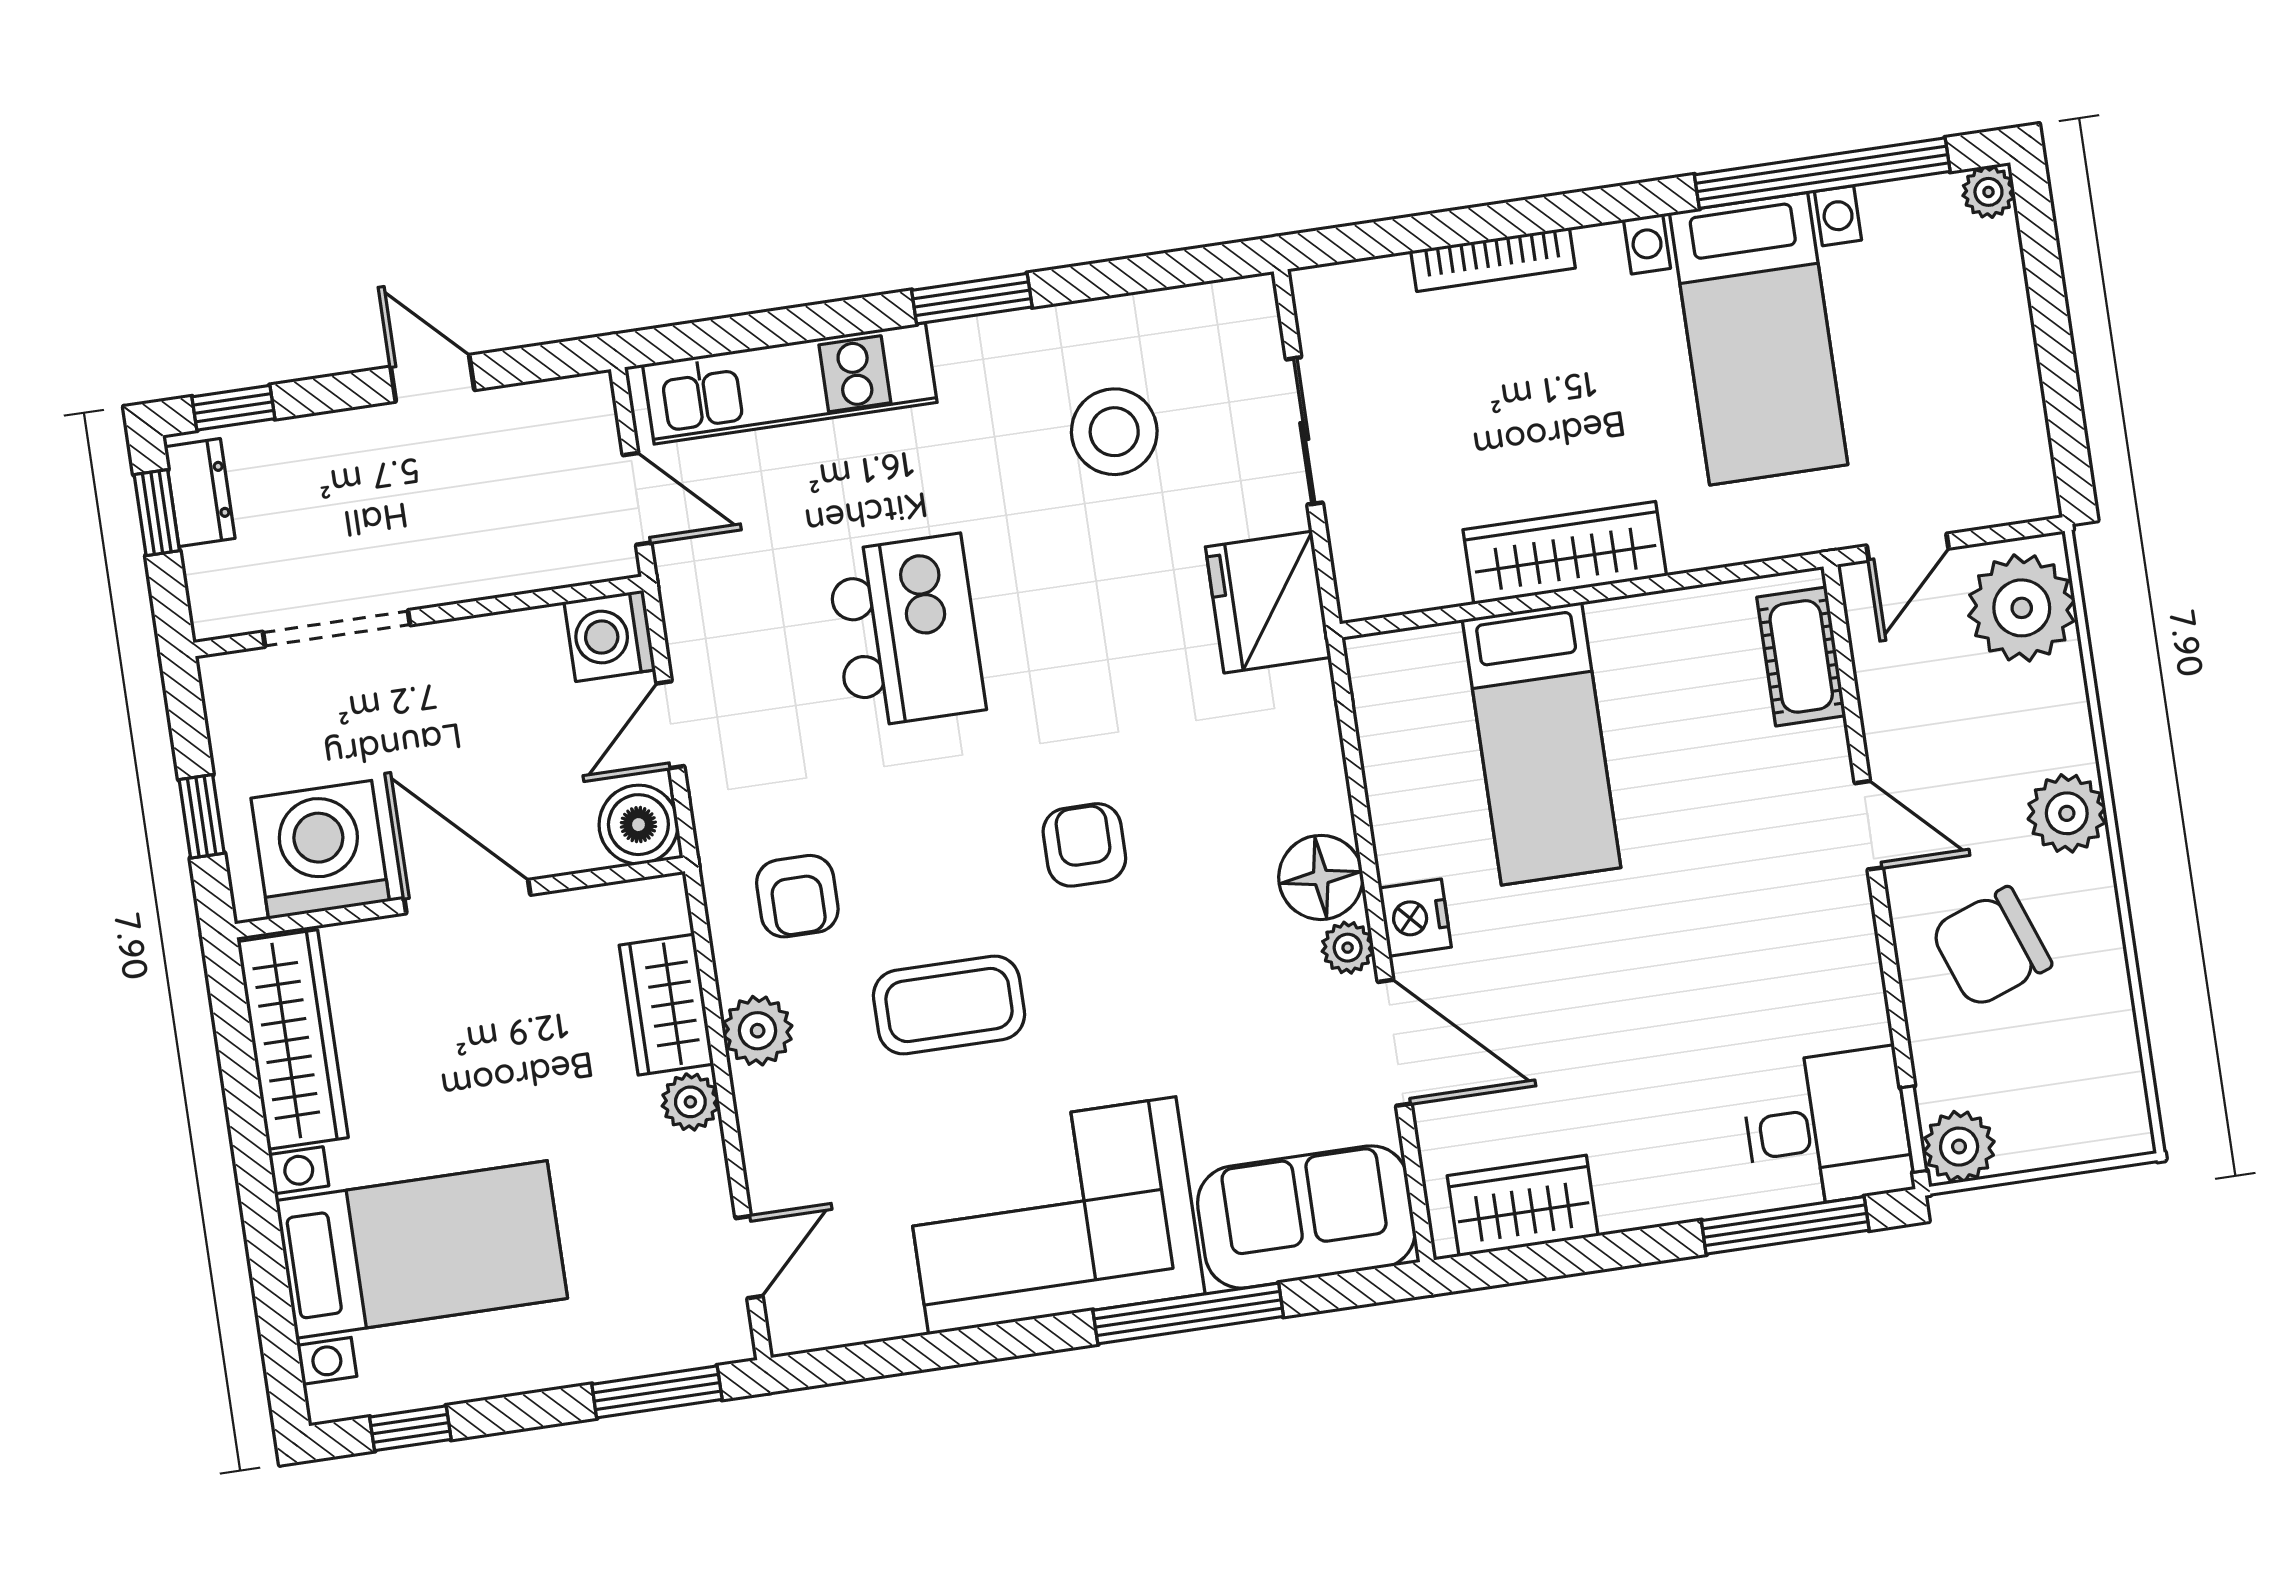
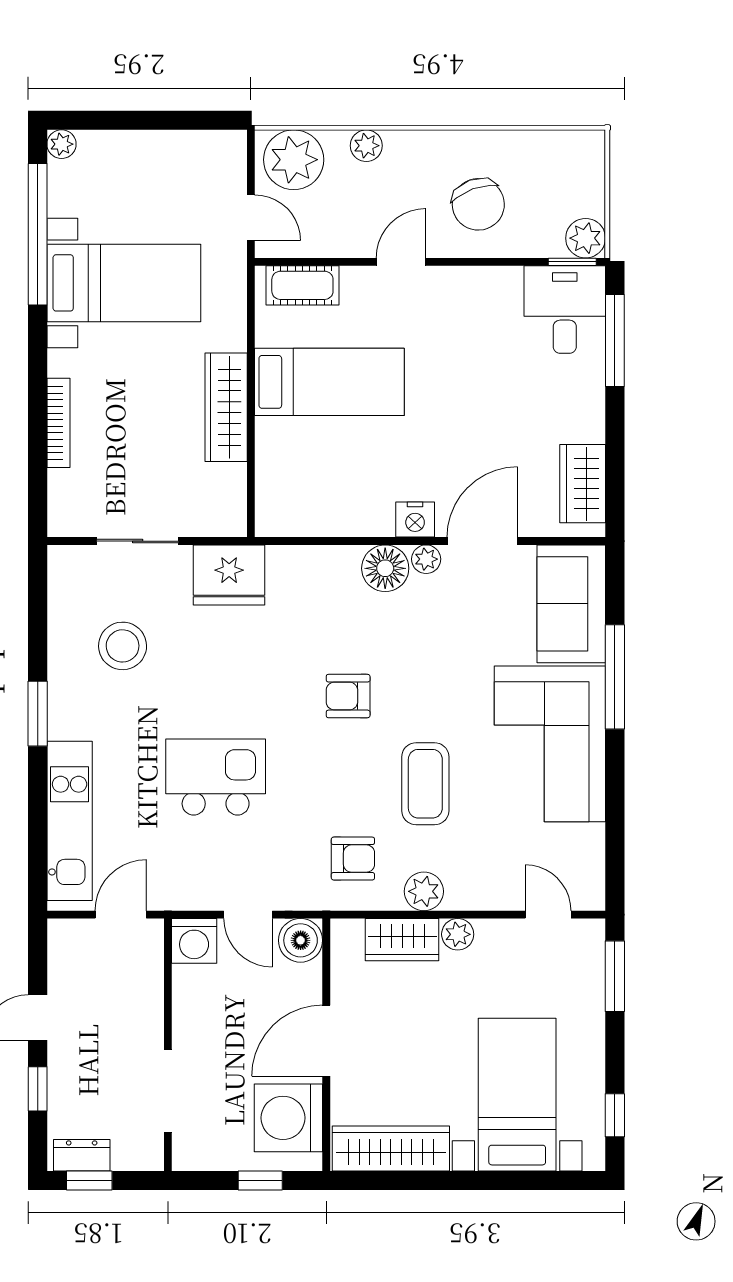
window: (233, 408) -> (38, 1089), moved
bed: (1542, 744) -> (329, 382), moved
plant: (2067, 813) -> (366, 146), moved, width x0.73, depth x0.73

